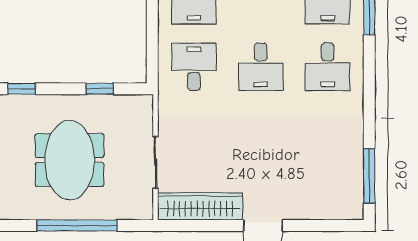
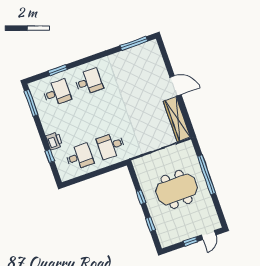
desk: (261, 67) -> (100, 114), removed
window: (100, 89) -> (141, 197), moved

